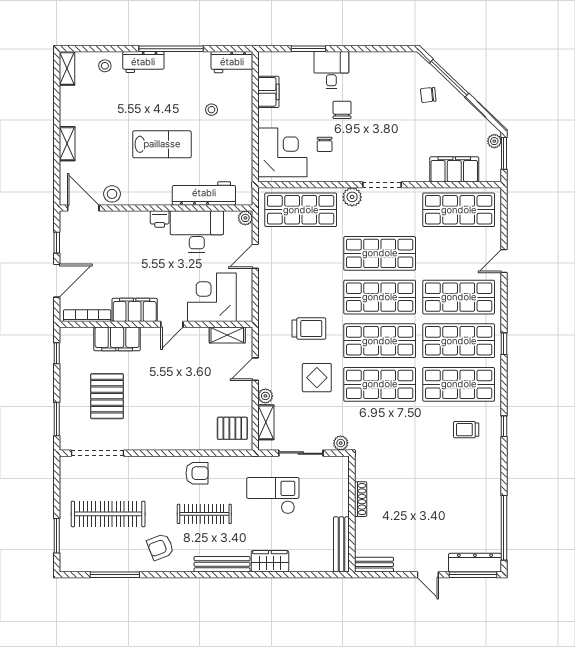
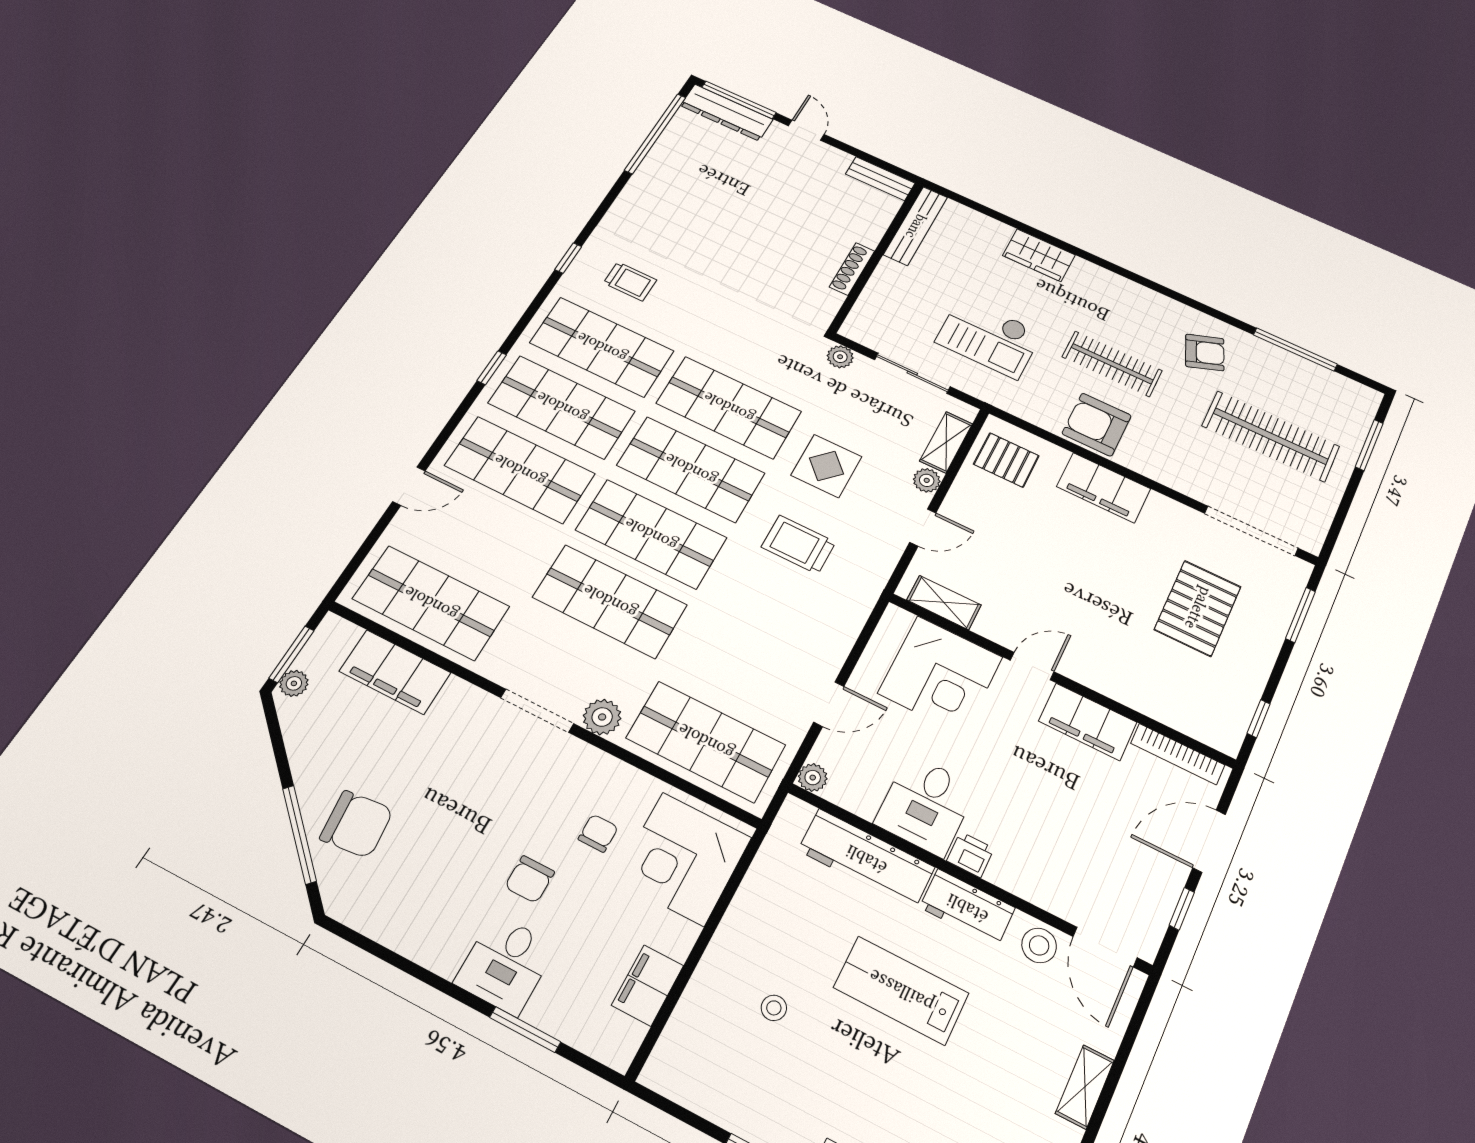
workbench: (232, 62) -> (967, 908), moved, turned 180
chair: (428, 95) -> (357, 824), width x1.87, depth x1.87
desk: (197, 231) -> (926, 805), width x0.73
filing cabinet: (117, 339) -> (1104, 488), moved, turned 180
armchair: (197, 473) -> (1097, 425), width x1.38, depth x1.38
bench: (222, 564) -> (1117, 286), removed

